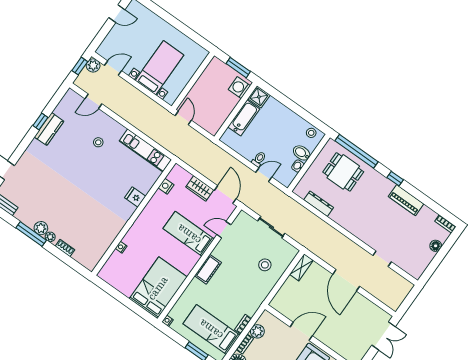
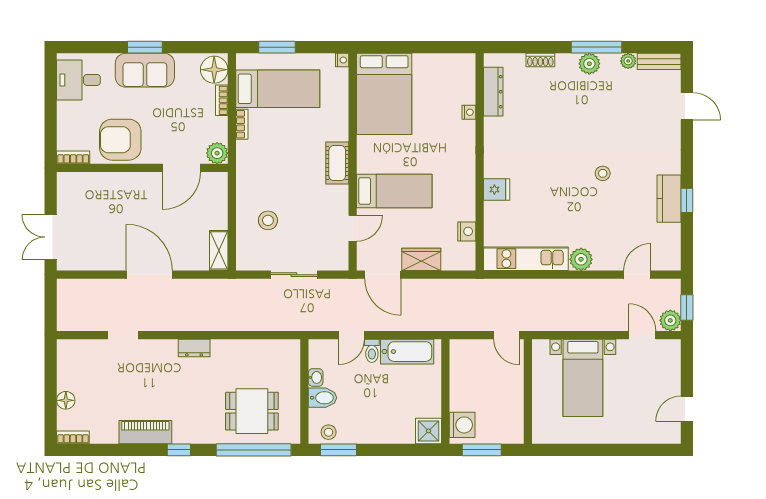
door: (113, 68) -> (642, 335), swing flipped
bathtub: (244, 118) -> (407, 352), moved, turned -90
window: (313, 120) -> (338, 450), added
plant: (117, 130) -> (581, 259), added
stool: (98, 142) -> (603, 173), moved
dresser: (319, 204) -> (194, 348), moved, width x0.70
plant: (50, 237) -> (628, 61), moved
dresser: (101, 249) -> (493, 92), added
plant: (257, 331) -> (217, 153), moved
door: (301, 331) -> (182, 168), moved

